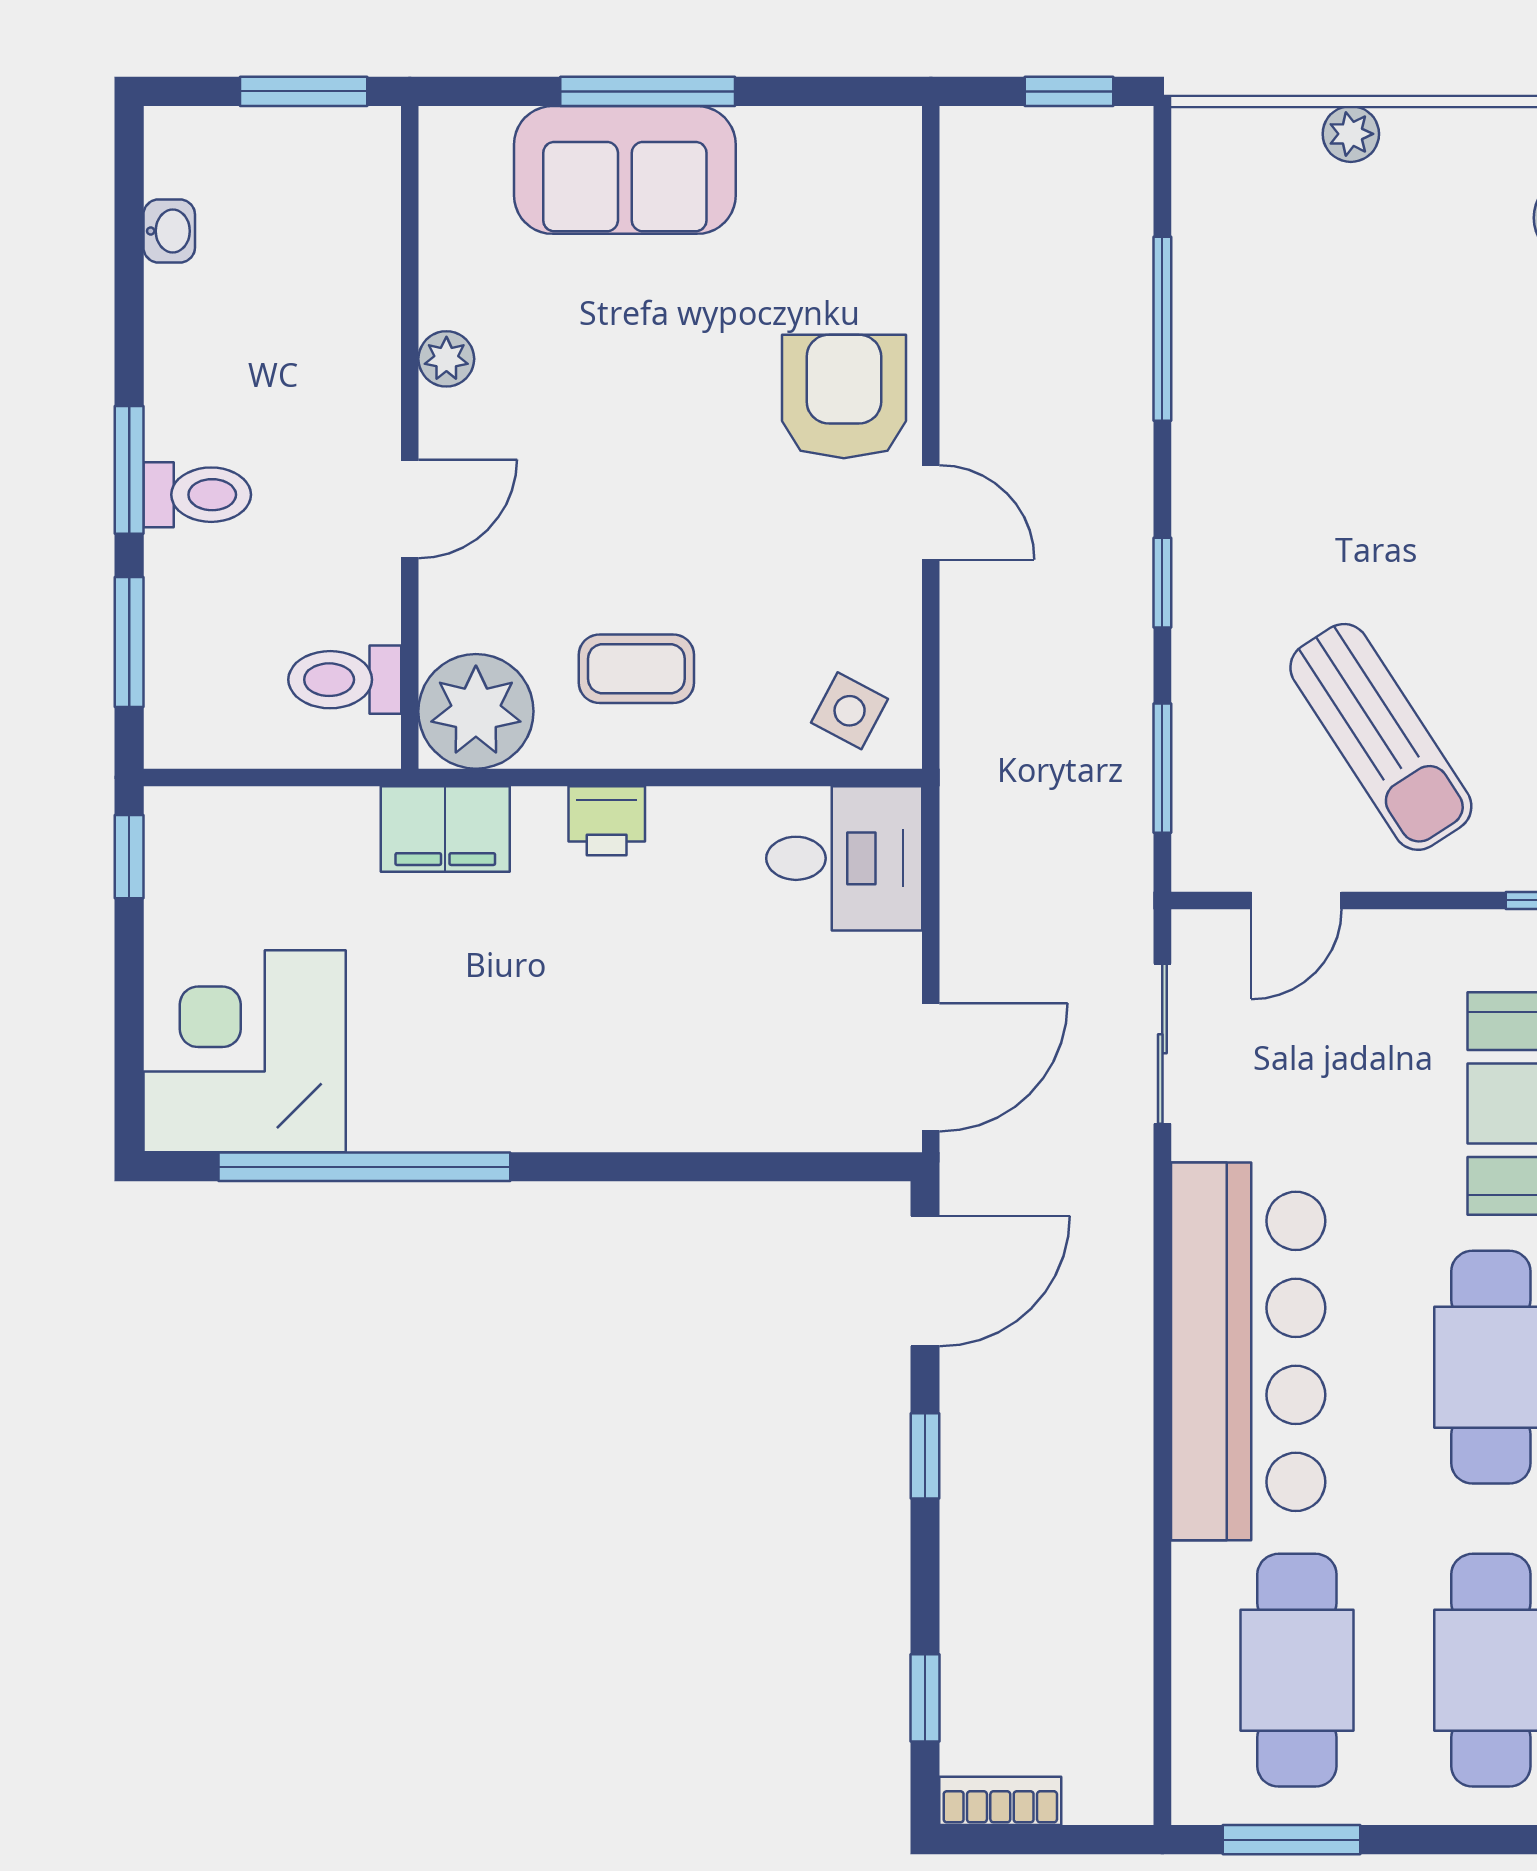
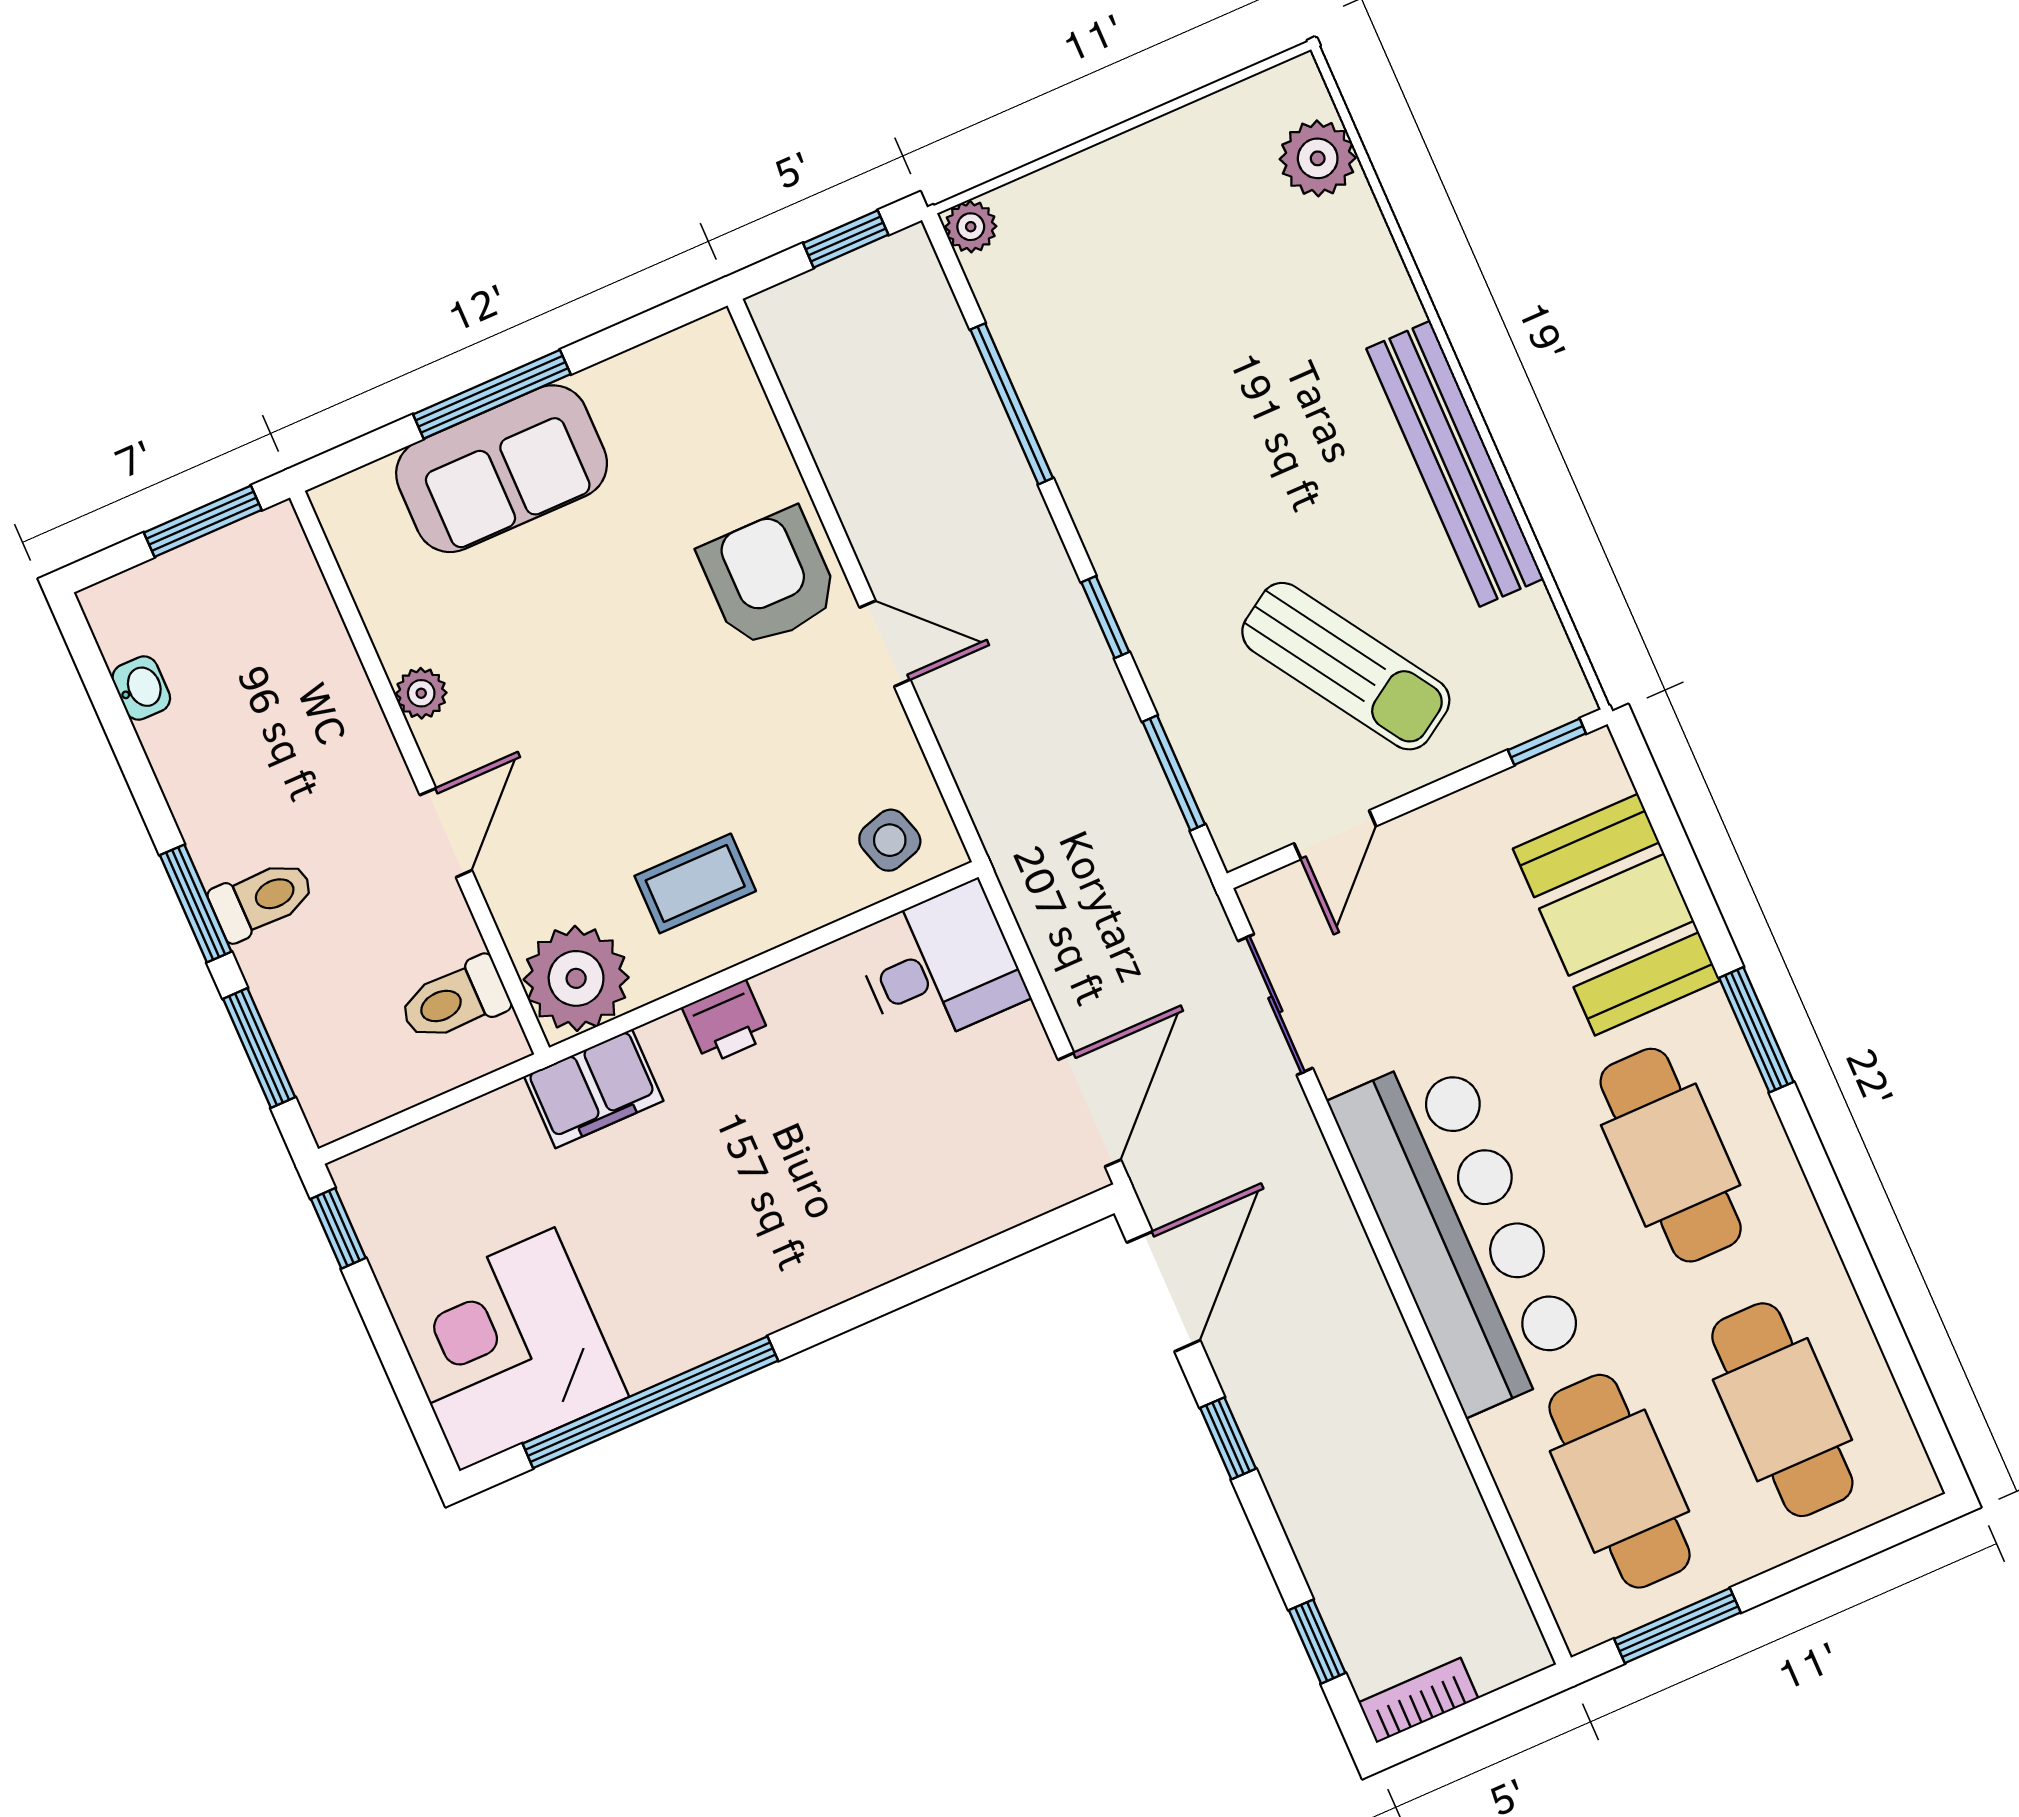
plant: (1351, 134) -> (971, 227), moved
side table: (850, 711) -> (890, 840), turned 45

